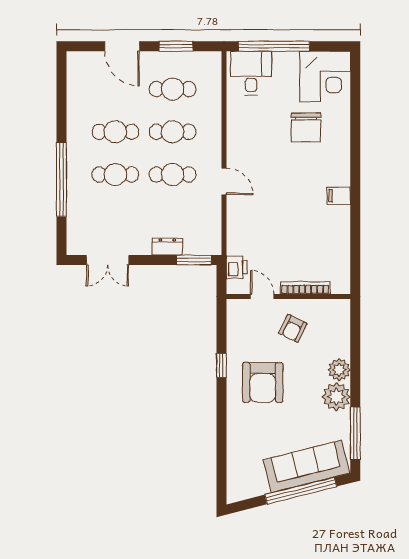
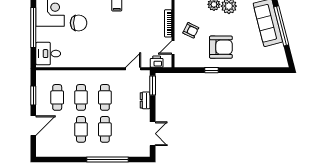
window: (274, 46) -> (33, 27), moved
door: (224, 181) -> (133, 69), moved

